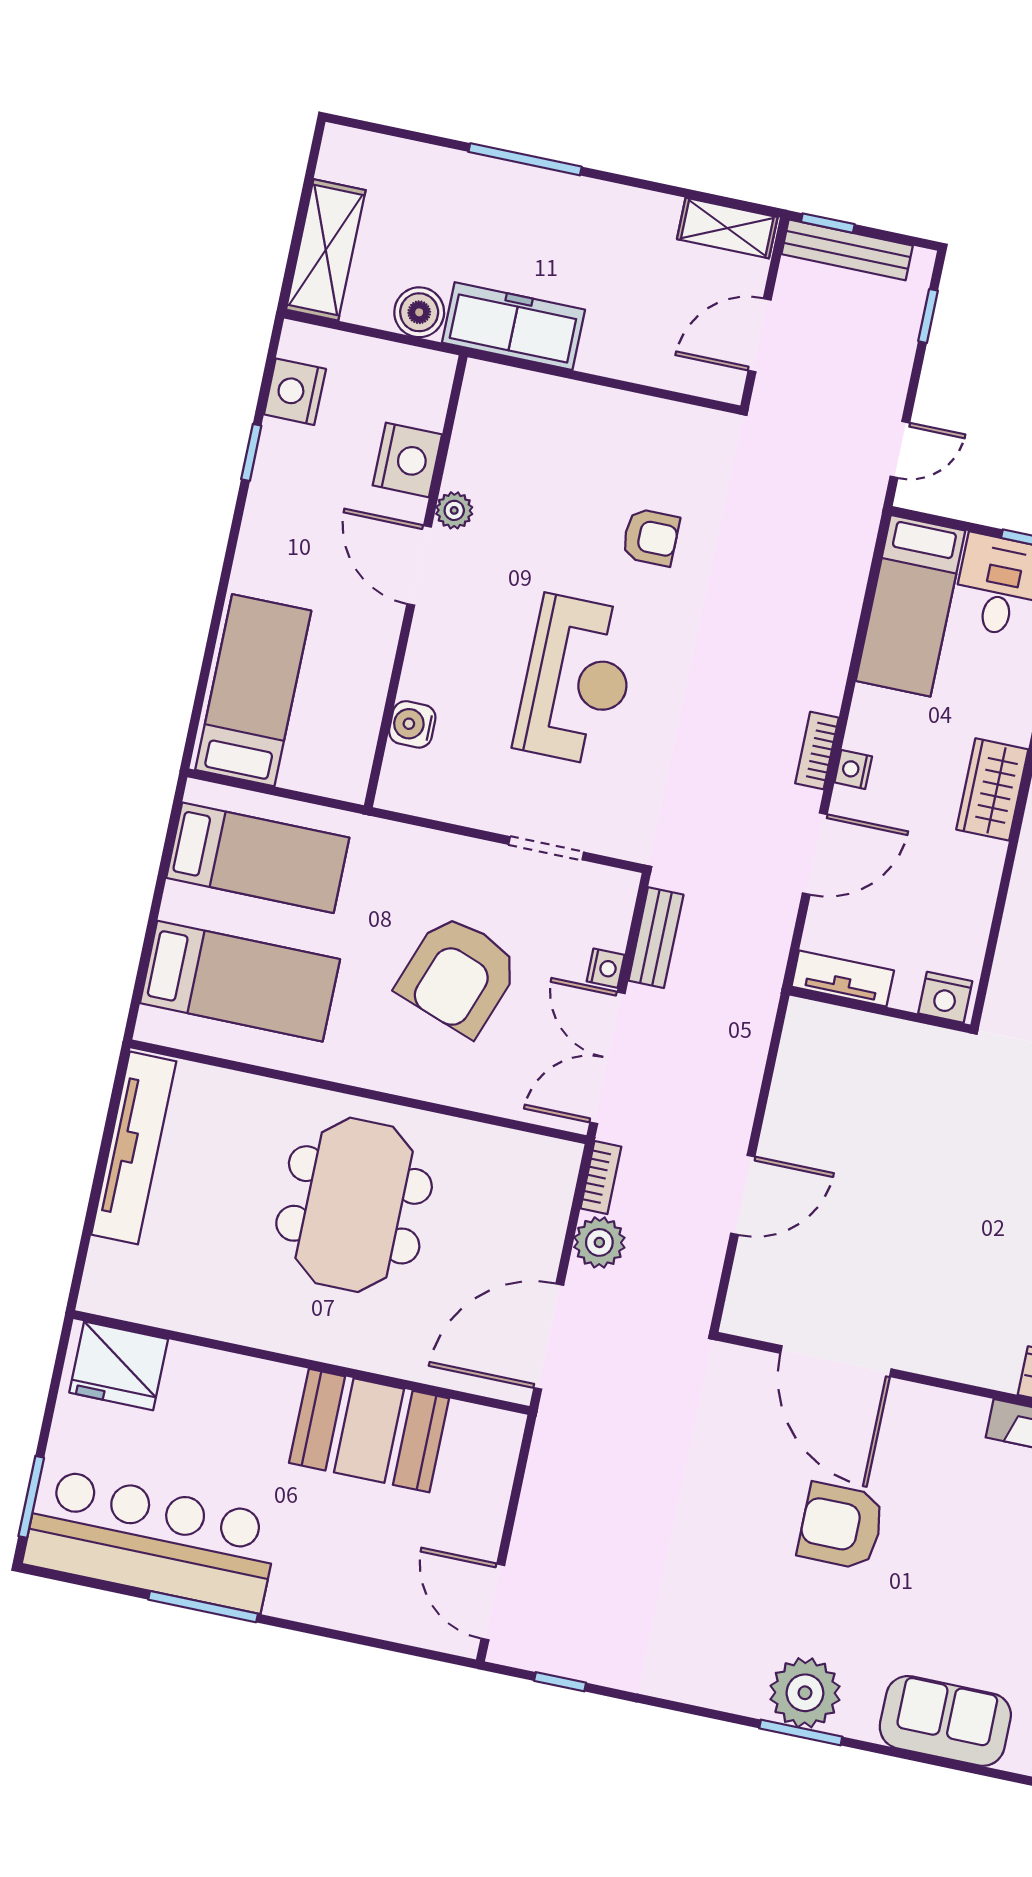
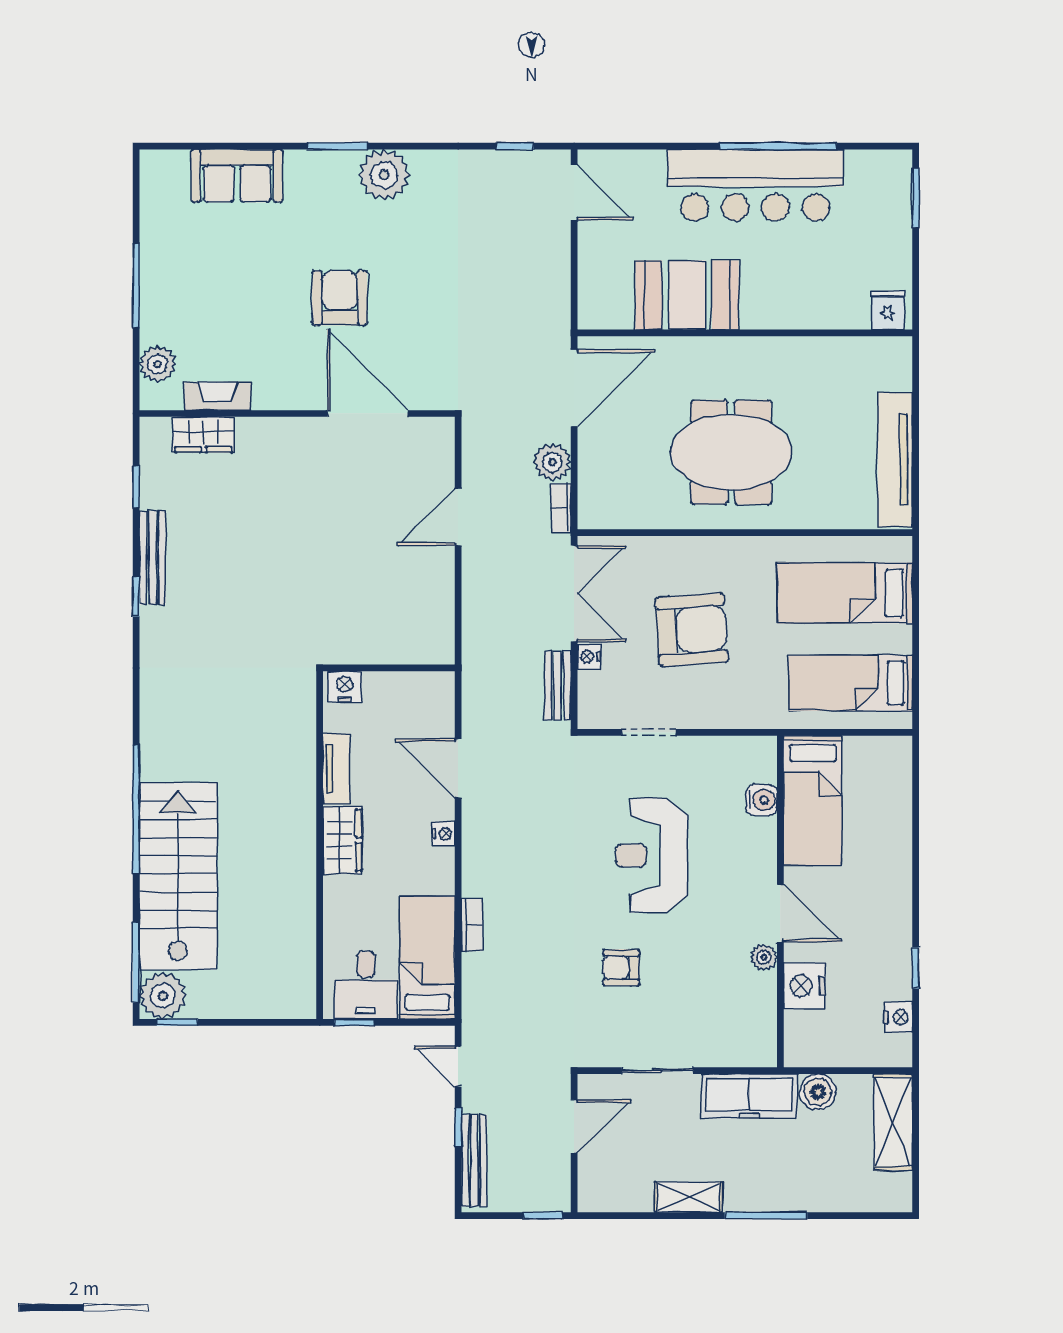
shelving: (727, 228) -> (688, 1197), moved
bench: (847, 250) -> (474, 1161), moved, turned 90
window: (928, 316) -> (458, 1127), moved
sliding door: (631, 387) -> (657, 1071), added
nightstand: (295, 392) -> (898, 1017), width x0.74, depth x0.75
door: (900, 450) -> (458, 1066), hinge flipped
bed: (253, 690) -> (813, 800), moved
bookcase: (817, 751) -> (472, 925), moved
door: (815, 854) -> (458, 769), hinge flipped
armchair: (458, 975) -> (692, 630), turned 66
tv unit: (843, 979) -> (336, 769), moved, turned -90
meeting table: (354, 1205) -> (731, 452), turned 90
fridge: (119, 1366) -> (888, 310), width x0.53, depth x0.75
armchair: (841, 1526) -> (340, 298), turned -90
bar counter: (151, 1540) -> (755, 185), moved
window: (203, 1607) -> (778, 146), width x1.46
plant: (805, 1693) -> (384, 175), moved

